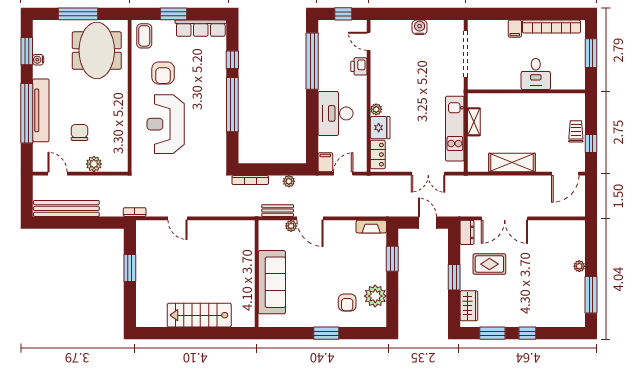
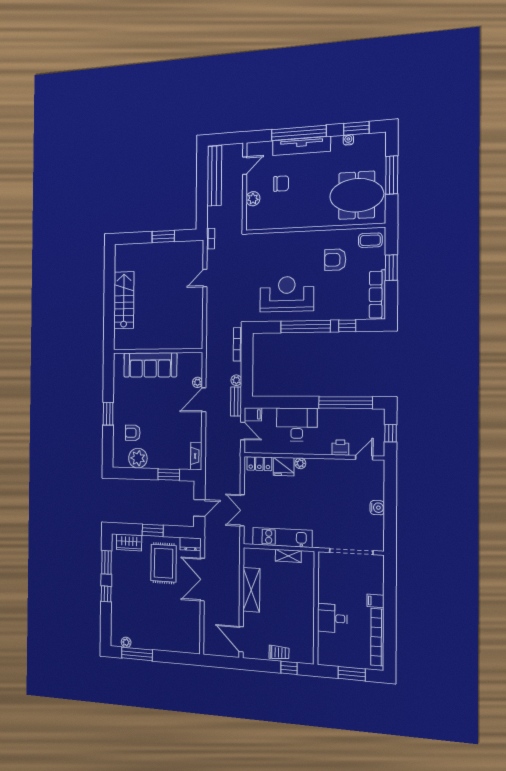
reception desk: (166, 124) -> (287, 294), moved
window: (591, 143) -> (289, 668), moved
bench: (278, 211) -> (236, 401), moved
rug: (489, 264) -> (164, 563), width x1.36, depth x1.43
plant: (579, 266) -> (126, 642), moved

